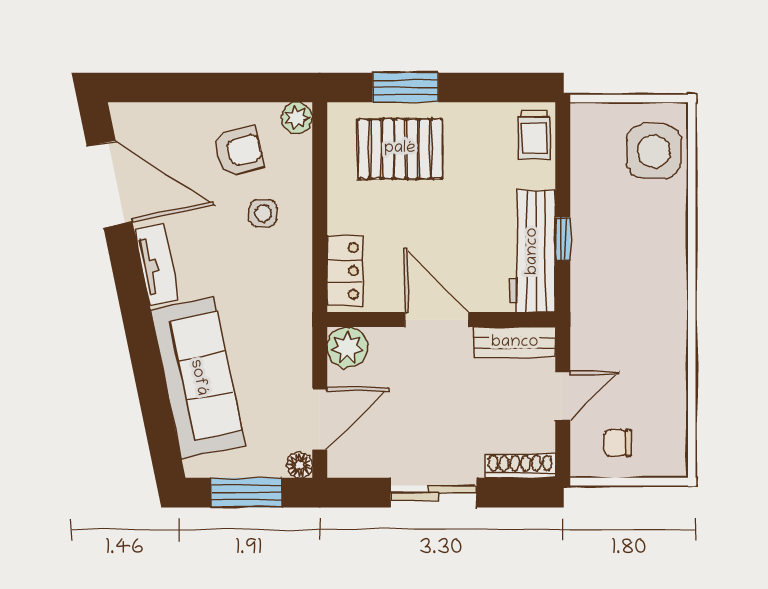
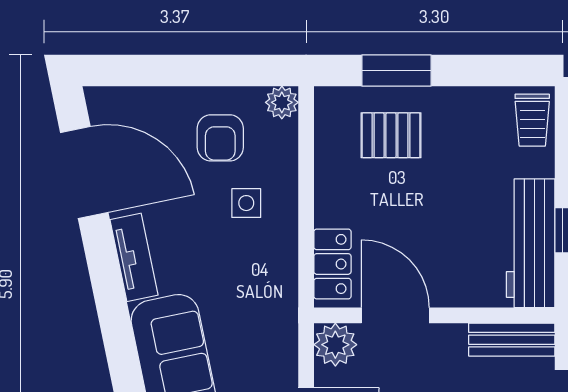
pallet: (400, 149) -> (391, 135), width x0.67, depth x0.71
armchair: (238, 151) -> (220, 138), turned 104
door: (437, 320) -> (395, 315), moved

